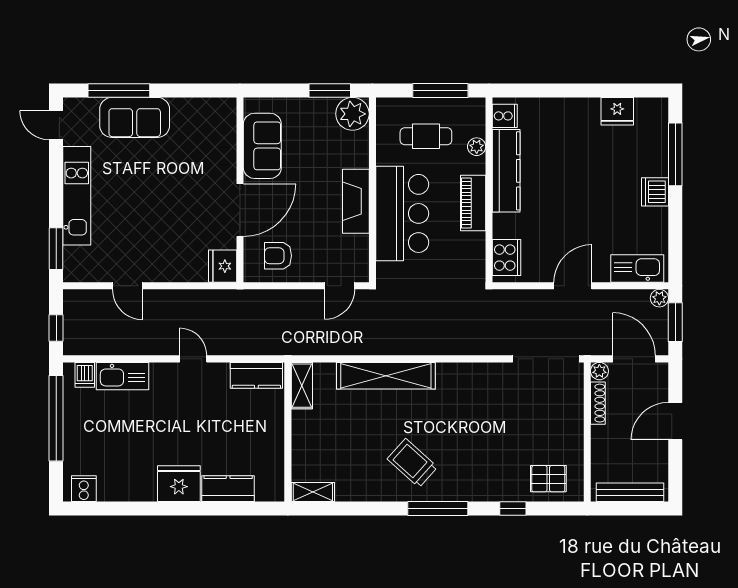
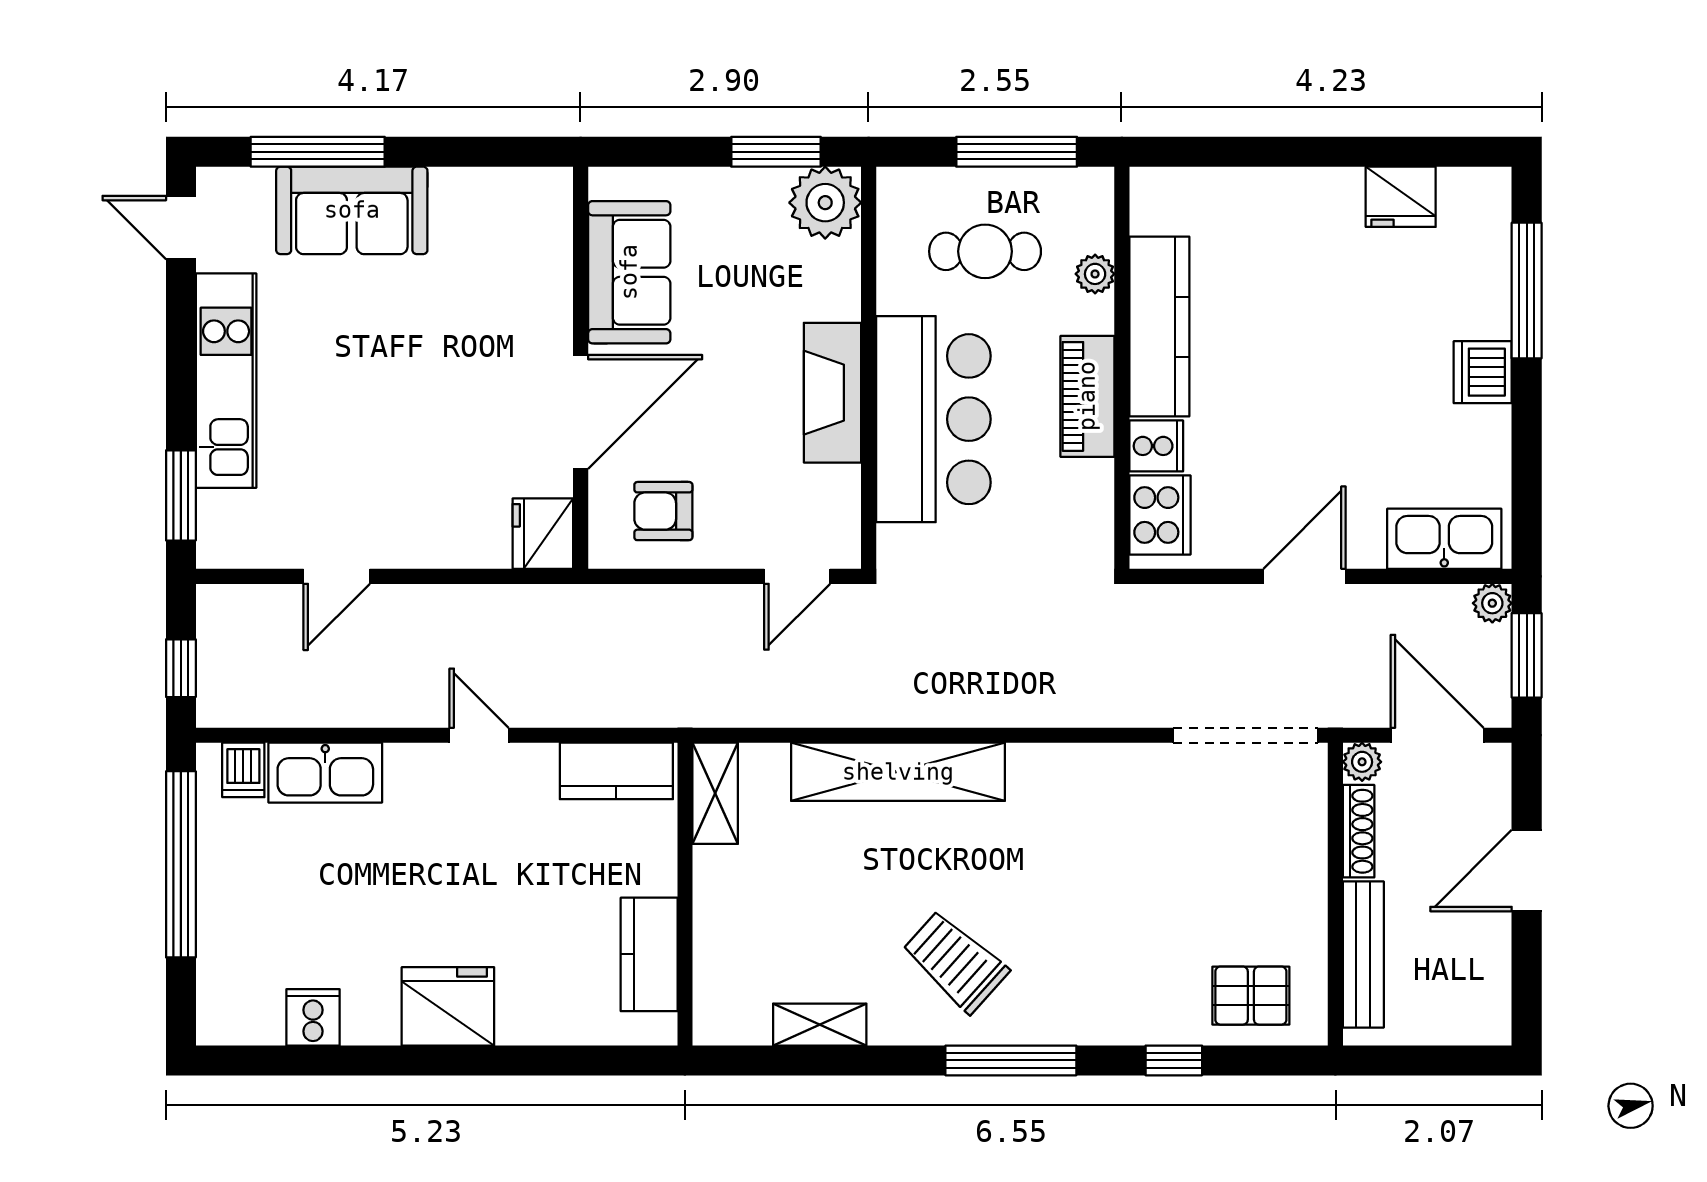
cooker: (505, 116) -> (1156, 446), moved
door: (128, 286) -> (337, 576), hinge flipped
cooker: (84, 489) -> (313, 1017), moved
kitchen counter: (228, 489) -> (649, 954), moved, turned -90
shelving: (313, 492) -> (820, 1025), moved
bench: (630, 492) -> (1363, 955), moved, turned 90

